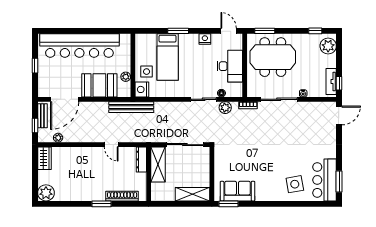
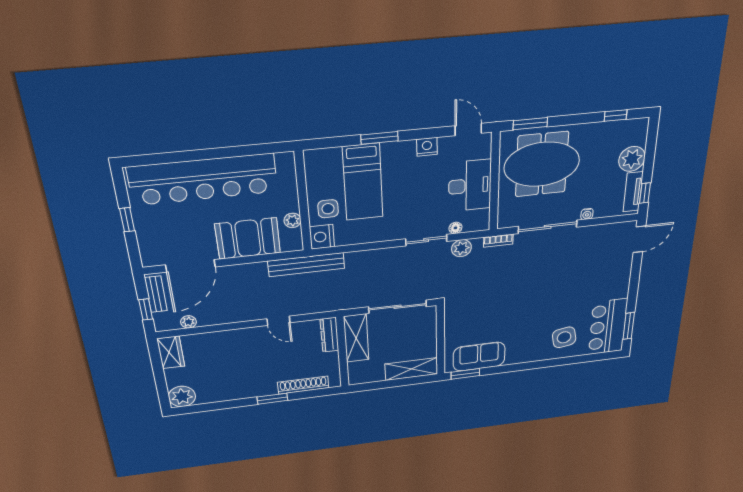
plant: (328, 46) -> (632, 159), moved

